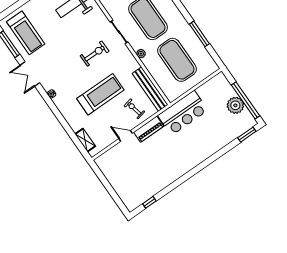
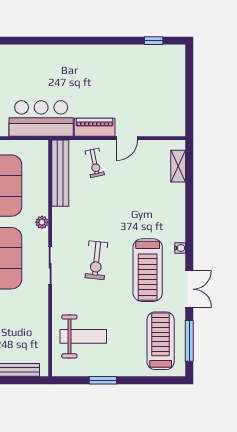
exercise bike: (95, 54) -> (96, 260), turned -84
treadmill: (100, 94) -> (148, 270), moved, turned -90
door: (126, 136) -> (127, 138), hinge flipped

